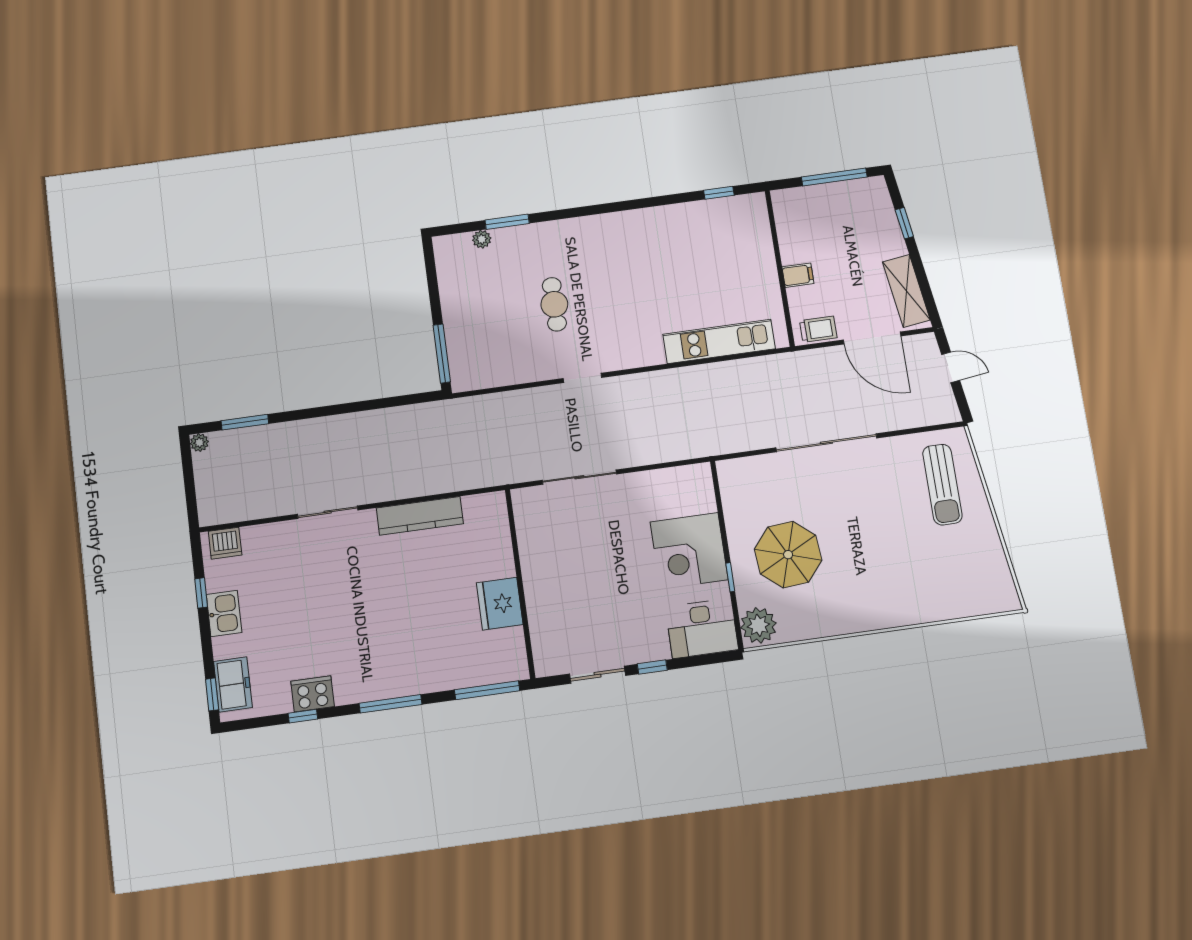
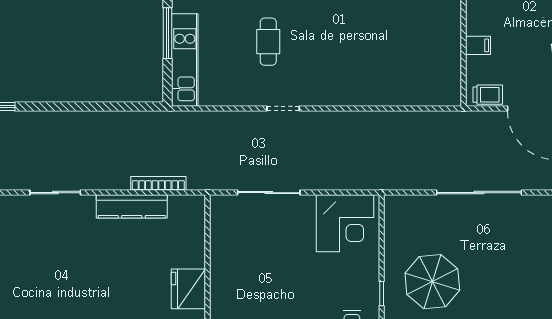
kitchen unit: (719, 341) -> (185, 60), moved, turned 90
window: (442, 353) -> (168, 33), moved
bookcase: (448, 485) -> (158, 183), added
corner desk: (689, 551) -> (345, 223), moved, turned -90

